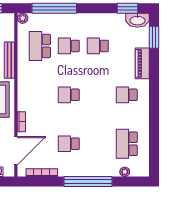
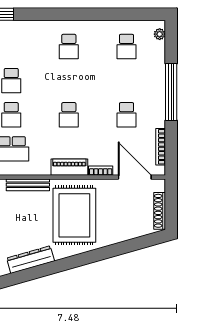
piano: (142, 63) -> (69, 167), moved, turned 180
school desk: (127, 144) -> (126, 46), width x0.54
plant: (125, 172) -> (160, 34), moved

